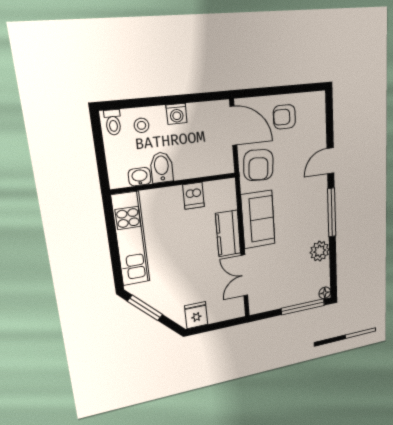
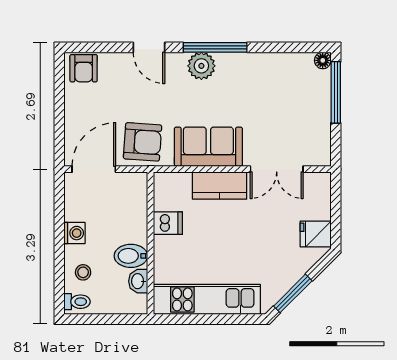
armchair: (284, 117) -> (84, 68), moved
plant: (320, 251) -> (201, 66), moved

